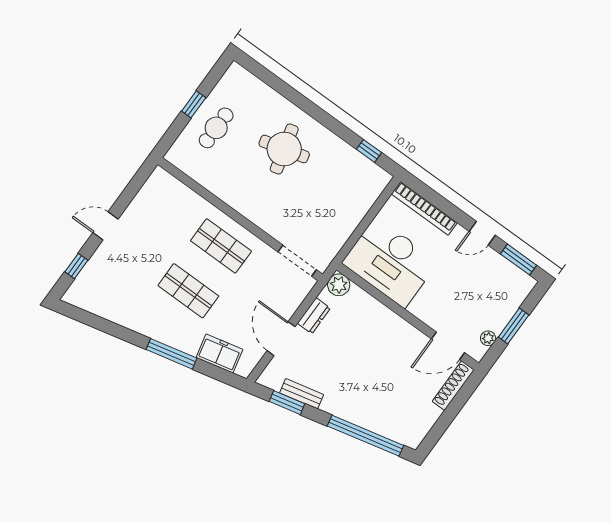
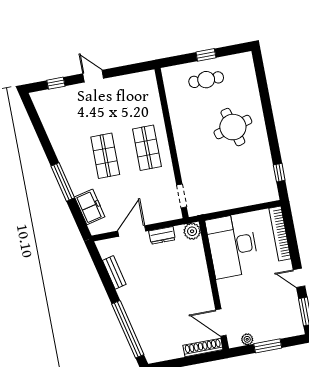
doorway: (297, 261) -> (182, 196), width x0.73
window: (287, 403) -> (102, 270), removed

